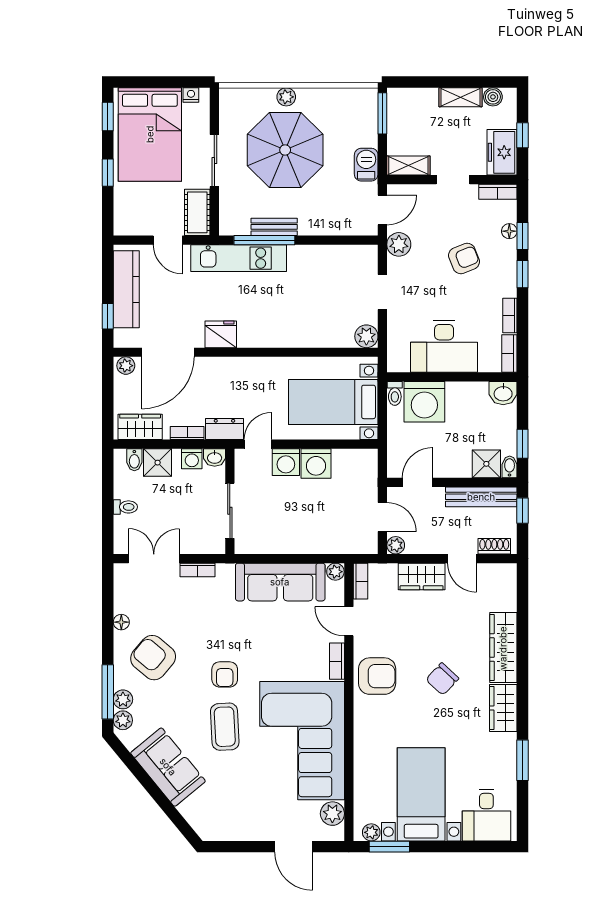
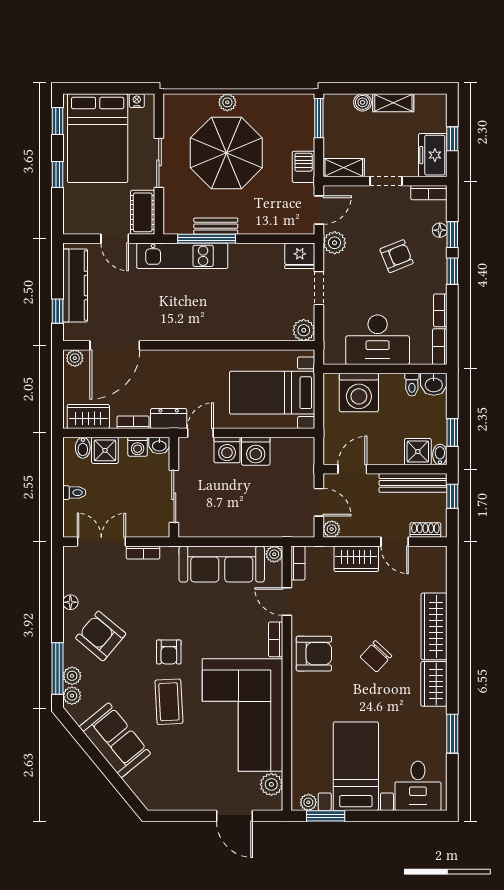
boiler: (493, 97) -> (363, 102), moved
fridge: (221, 334) -> (300, 256), moved, turned 180
toilet: (395, 393) -> (412, 385), moved

